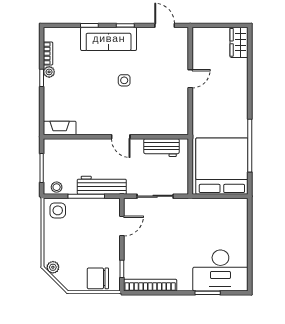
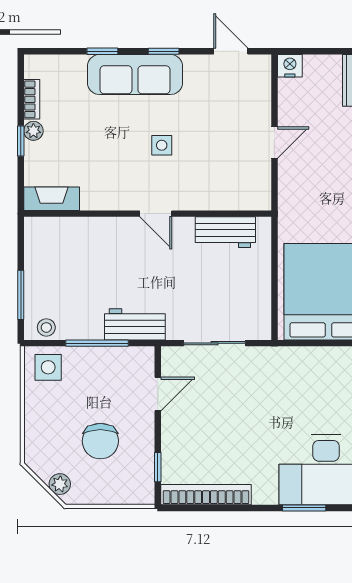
nightstand: (199, 34) -> (290, 66), added
fireplace: (60, 128) -> (52, 199), moved
wall: (116, 137) -> (148, 214), moved
door: (121, 137) -> (156, 214), moved
workbench: (161, 148) -> (225, 232), moved
workbench: (102, 185) -> (135, 324), width x0.73
plant: (53, 267) -> (60, 484), moved
chair: (98, 278) -> (100, 441), moved, turned -90

